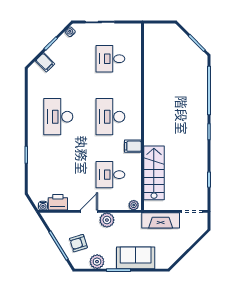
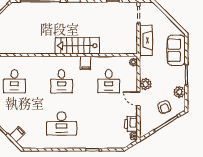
desk: (110, 117) -> (62, 81), width x0.73
stairs: (154, 173) -> (77, 46), moved
sofa: (136, 258) -> (176, 50), moved

